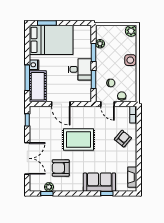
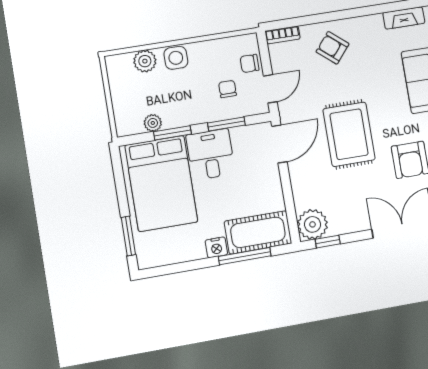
plant: (131, 31) -> (145, 61), moved
bed: (51, 40) -> (161, 184), moved, turned 180
door: (61, 104) -> (279, 144), moved
plant: (37, 114) -> (313, 224), added

